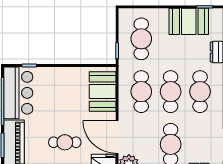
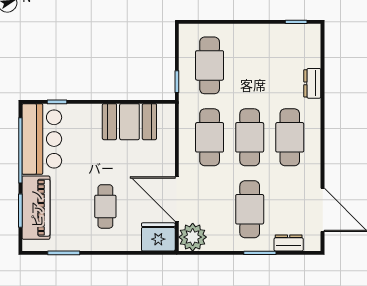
booth: (189, 21) -> (274, 42), removed
booth: (103, 92) -> (129, 122), moved, turned 90
cafe table: (65, 142) -> (105, 206), turned 90

